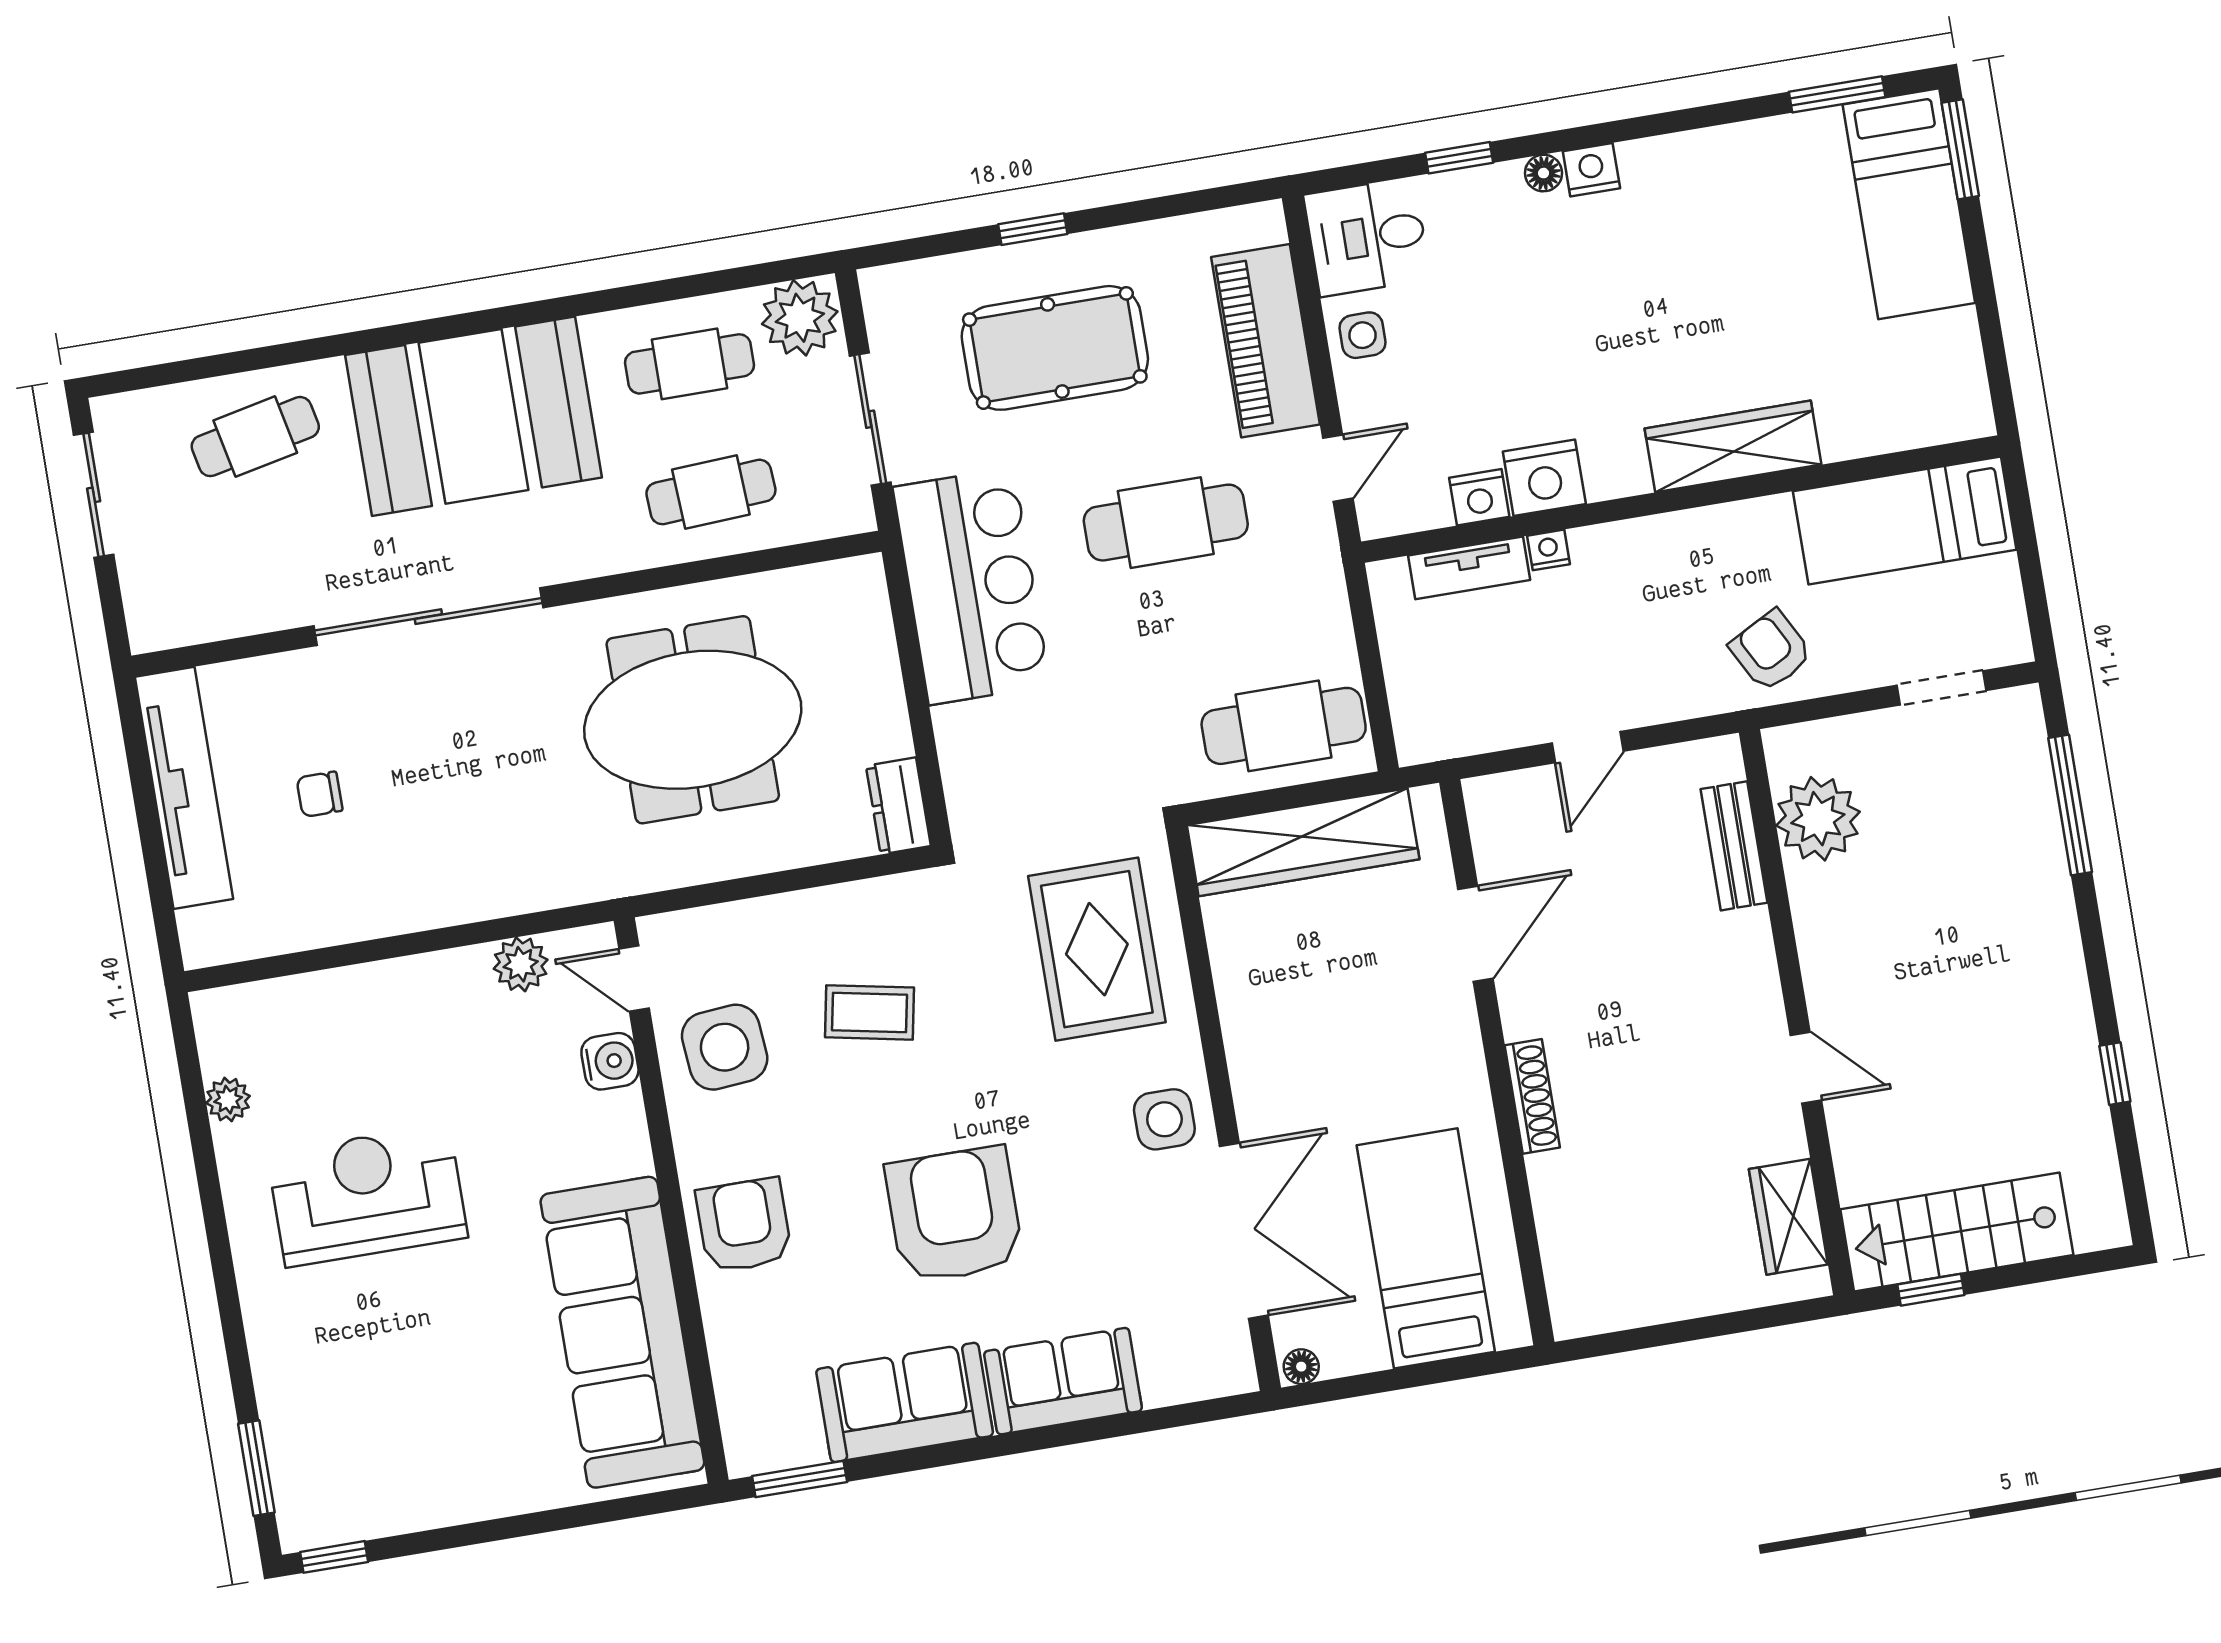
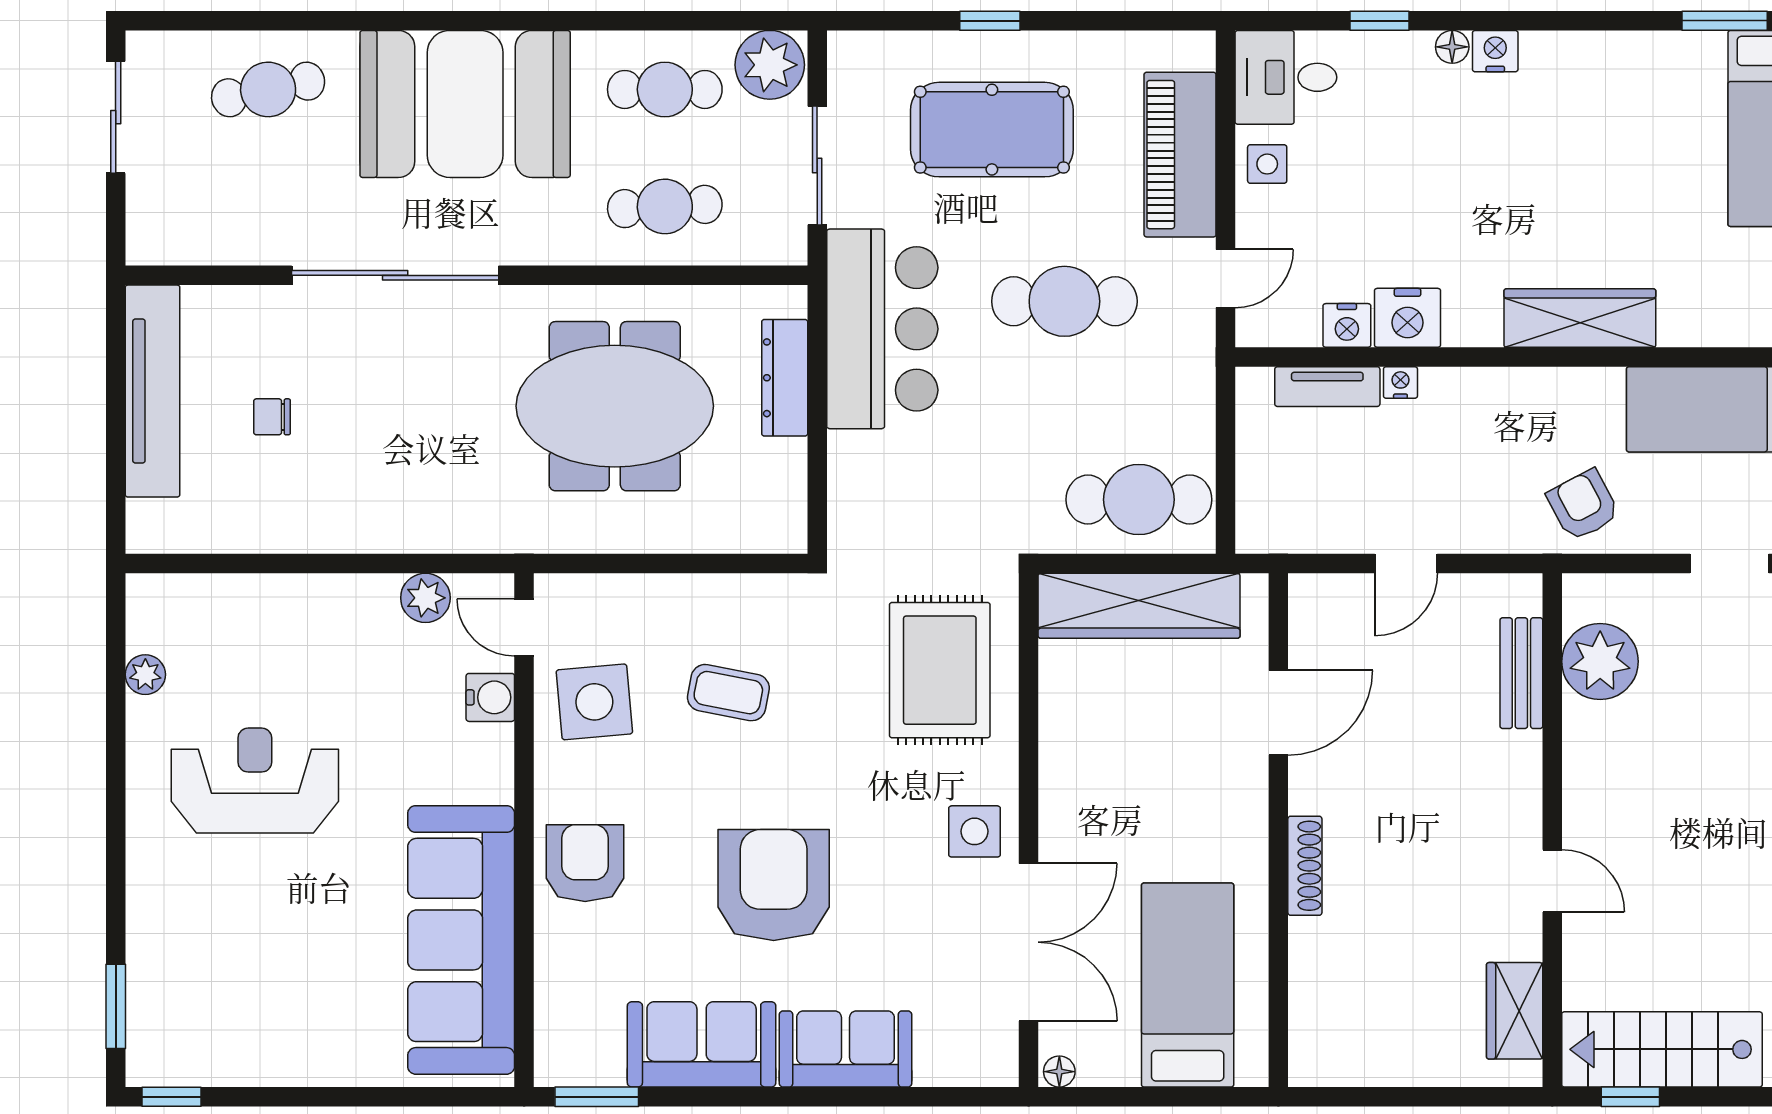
dresser: (898, 806) -> (785, 378), moved, width x1.44

